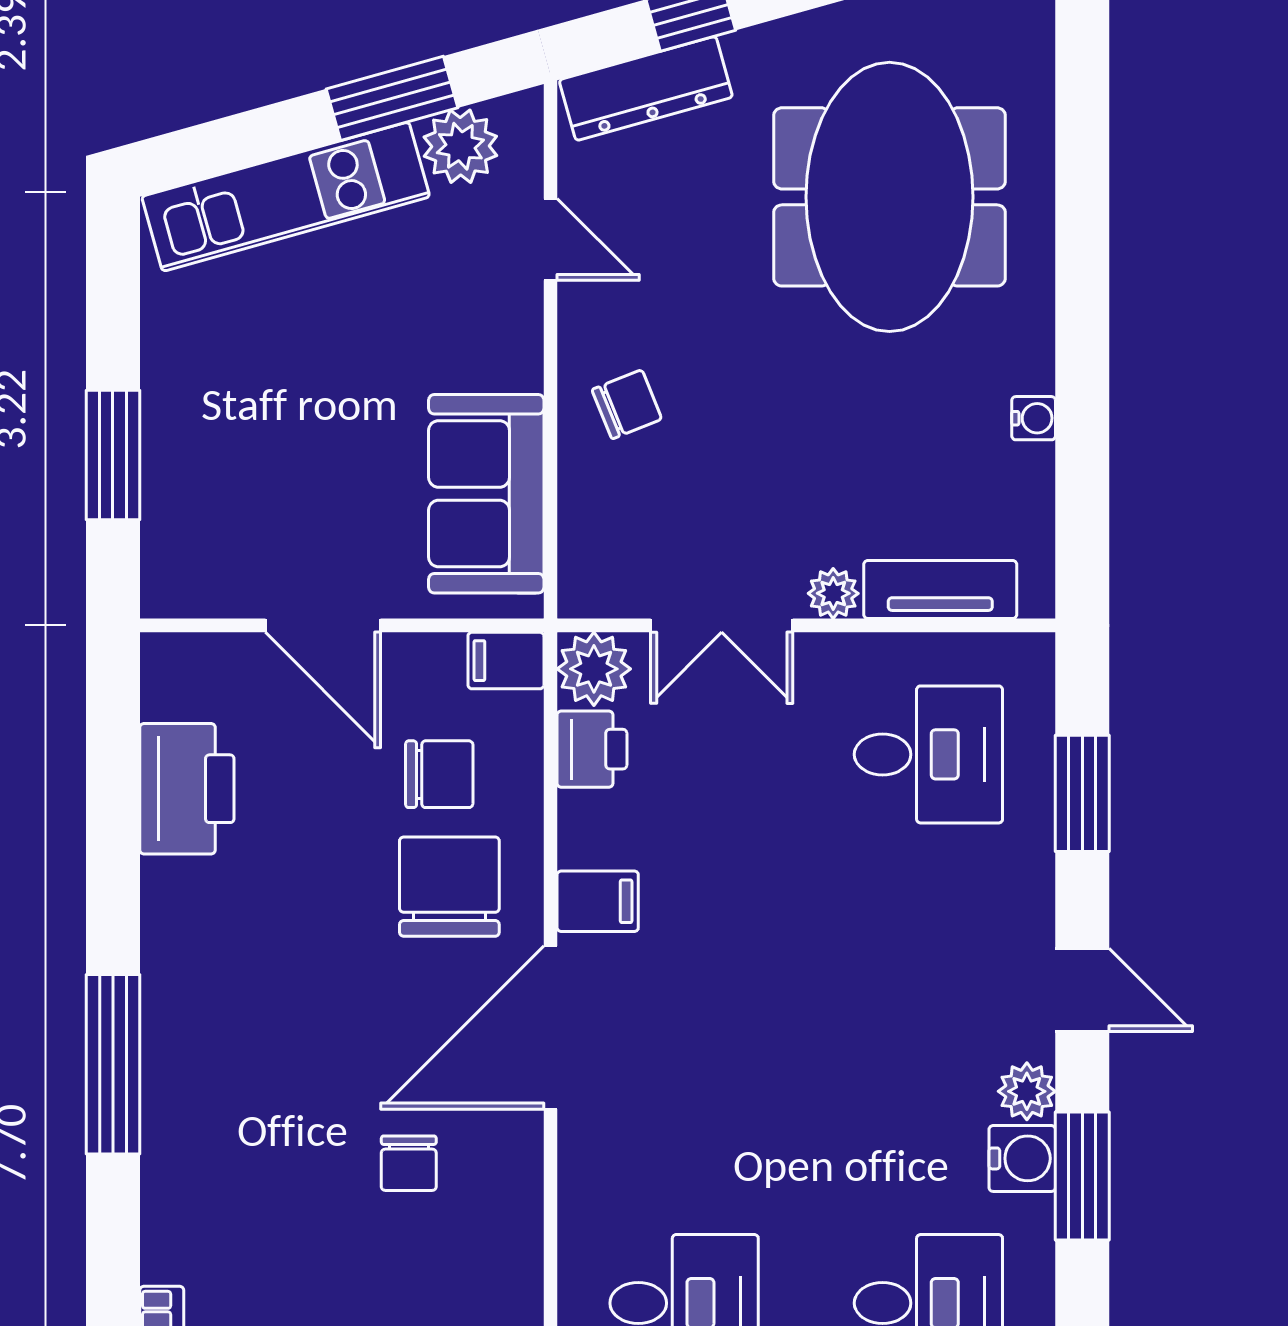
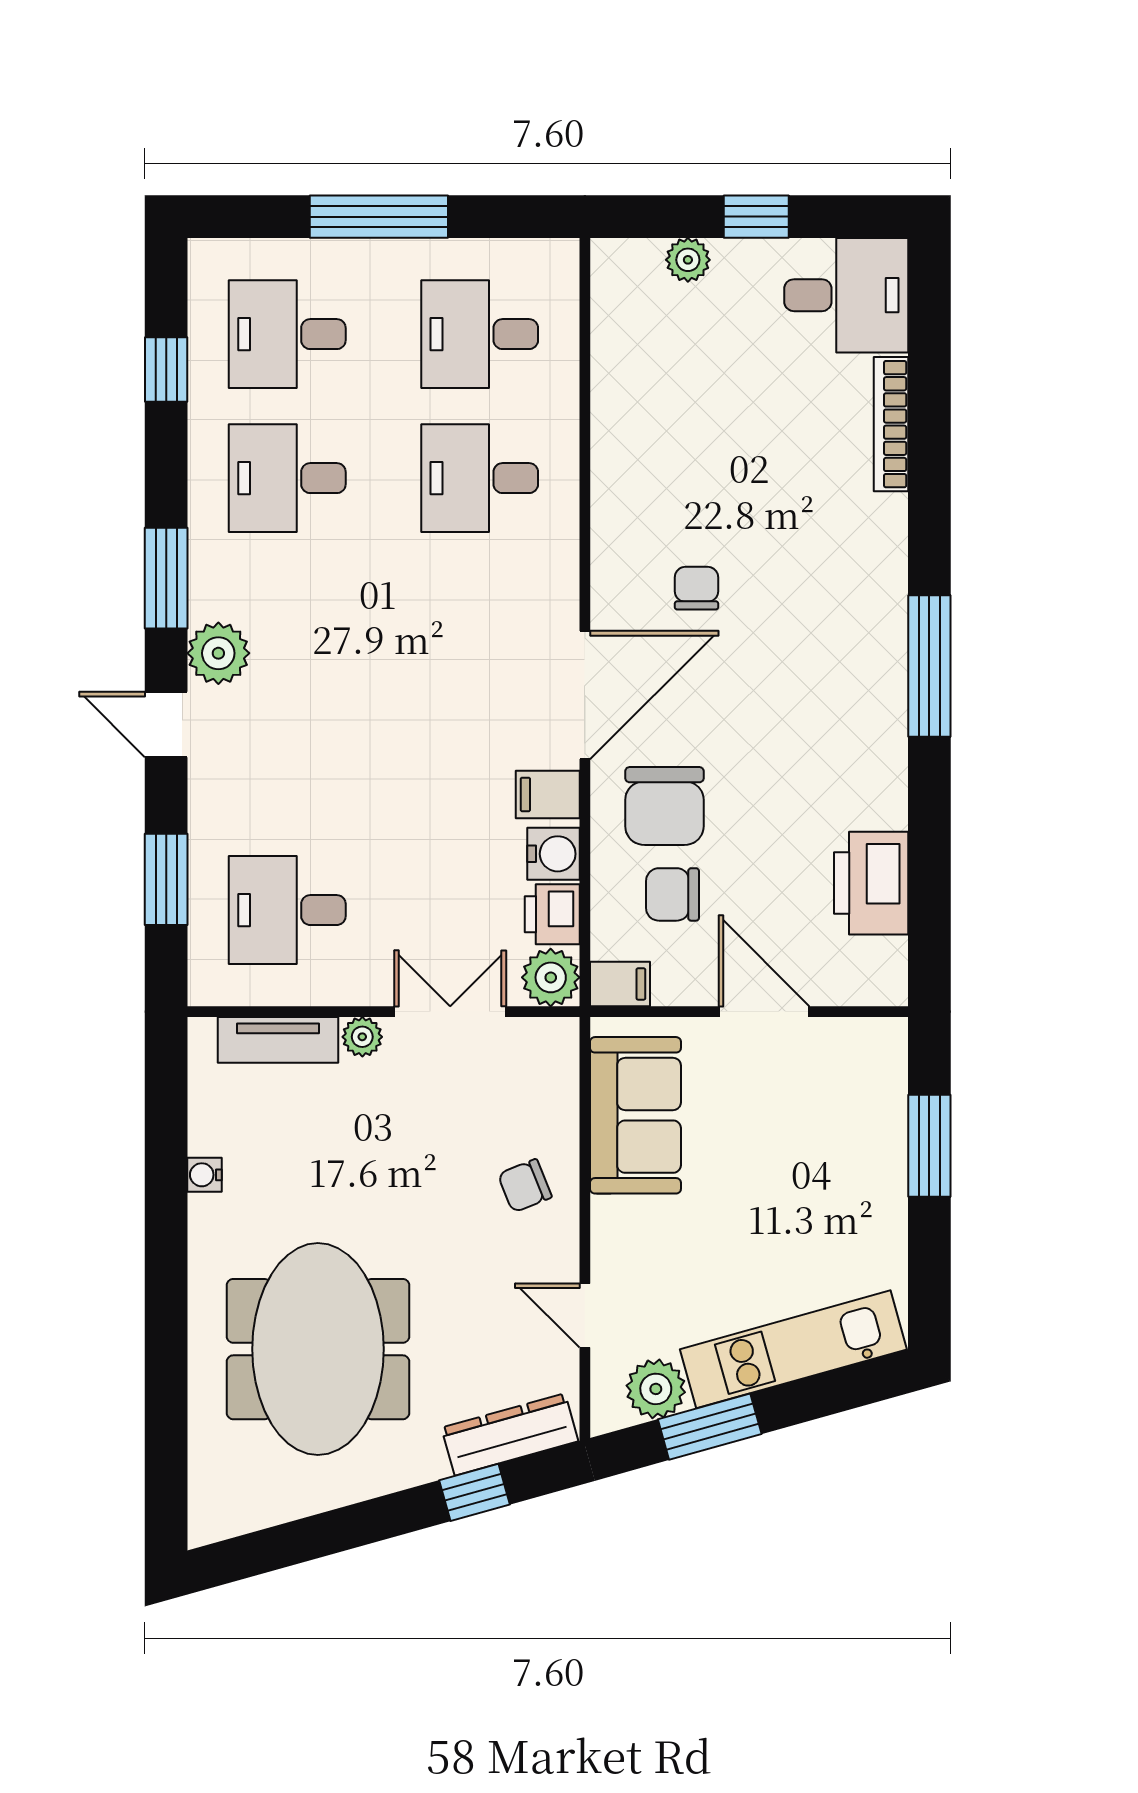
plant: (1027, 1091) -> (218, 653), width x1.38, depth x1.38
water cooler: (1022, 1158) -> (554, 854), moved, turned 180

